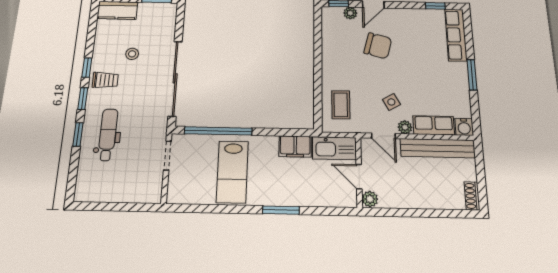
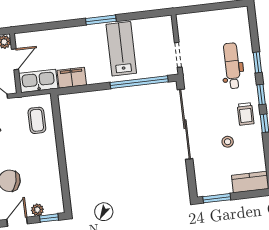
trolley: (105, 80) -> (246, 114), turned -90
dental chair: (108, 135) -> (232, 66), turned 180
door: (359, 177) -> (15, 59), hinge flipped
window: (281, 210) -> (101, 20), moved

